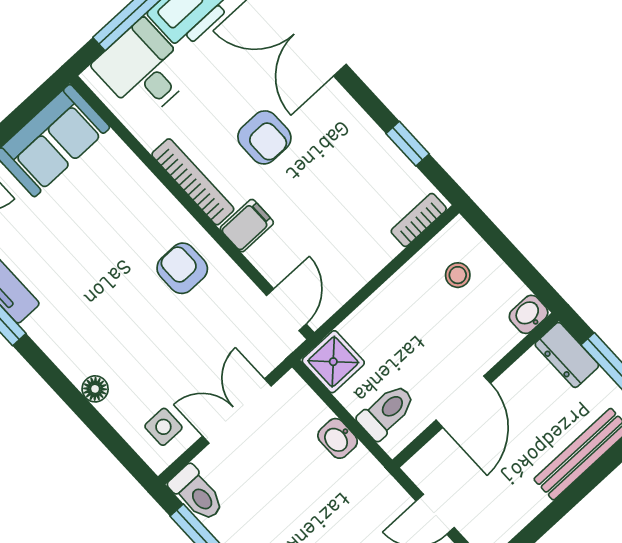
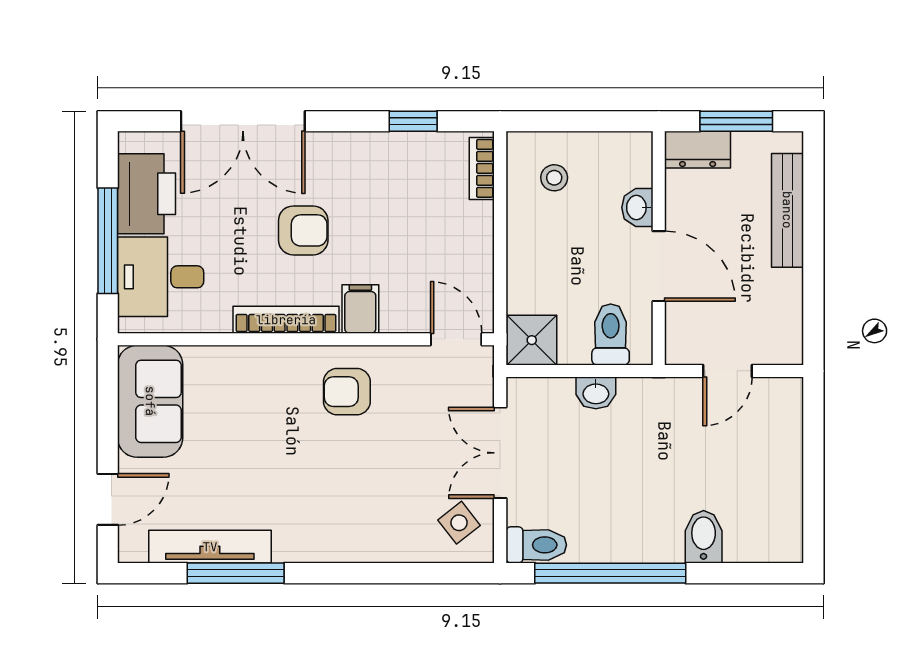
washbasin: (529, 314) -> (637, 208), moved
floor lamp: (95, 389) -> (379, 549), removed
side table: (163, 427) -> (459, 523), turned -38

